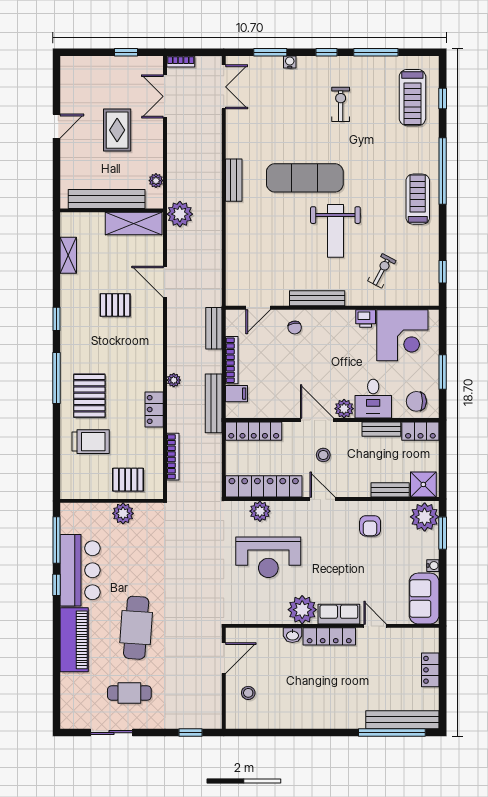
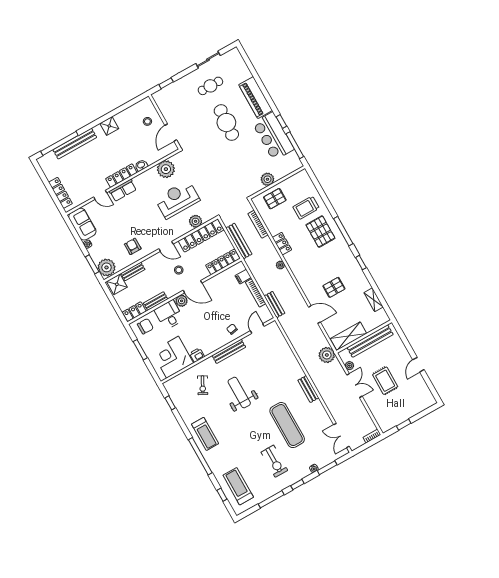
double door: (165, 96) -> (354, 386), moved
exercise bike: (341, 104) -> (274, 461), width x1.38, depth x1.39
exercise mat: (305, 178) -> (287, 425), moved, turned 90
bench: (214, 403) -> (239, 241), moved
plant: (302, 610) -> (166, 169), moved
locker: (430, 670) -> (60, 193), width x1.53
shower: (306, 717) -> (109, 126), added
bench: (402, 720) -> (75, 144), moved

